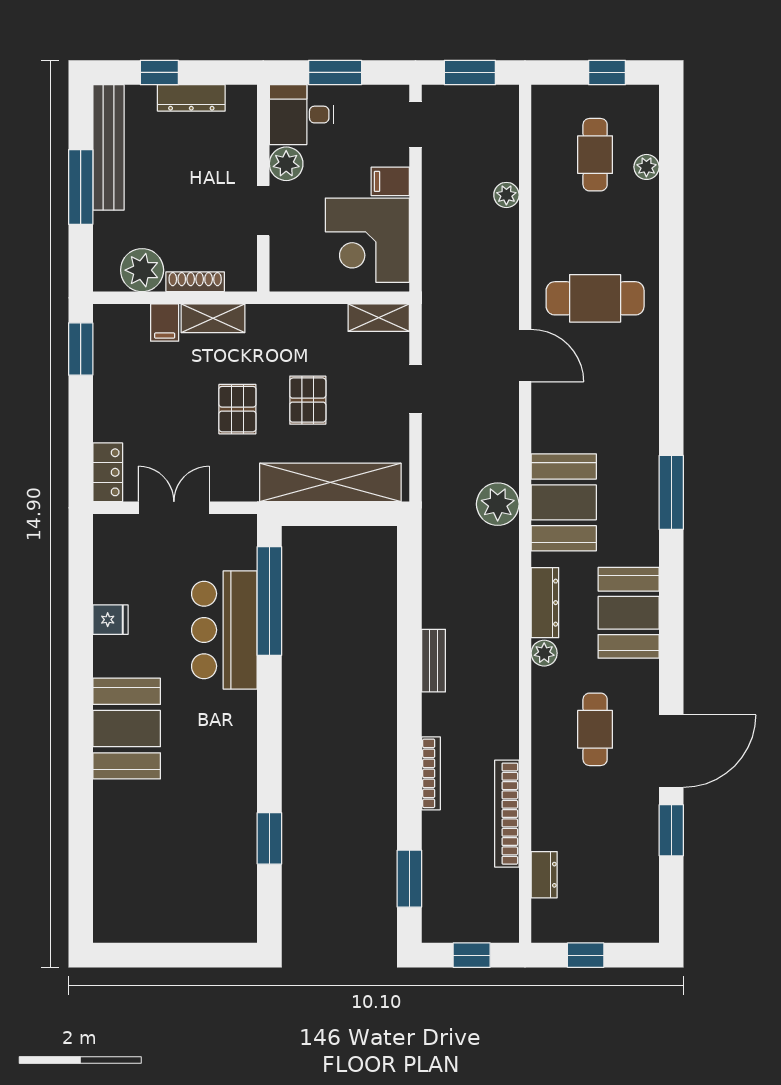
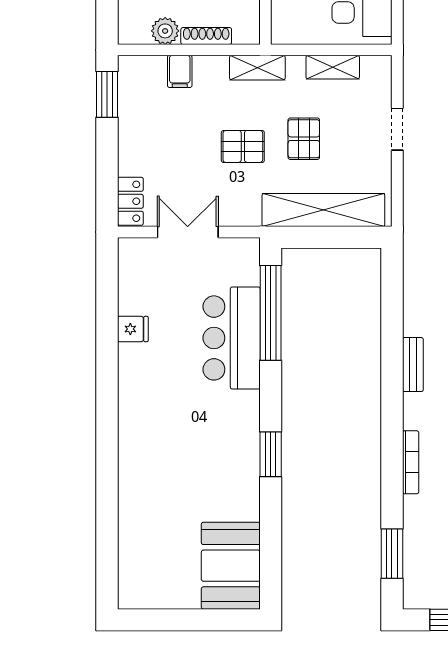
plant: (142, 270) -> (165, 31), width x0.73, depth x0.73
shelving: (213, 318) -> (257, 68), moved
shelving: (379, 318) -> (333, 67), moved
pallet: (237, 409) -> (243, 146), turned 90
booth: (127, 729) -> (231, 566), moved
window: (269, 838) -> (271, 454), moved

